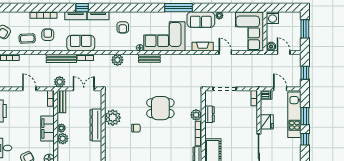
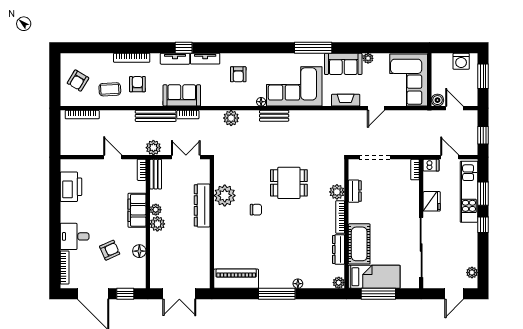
washing machine: (272, 18) -> (461, 61), moved
door: (225, 53) -> (376, 108), swing flipped

